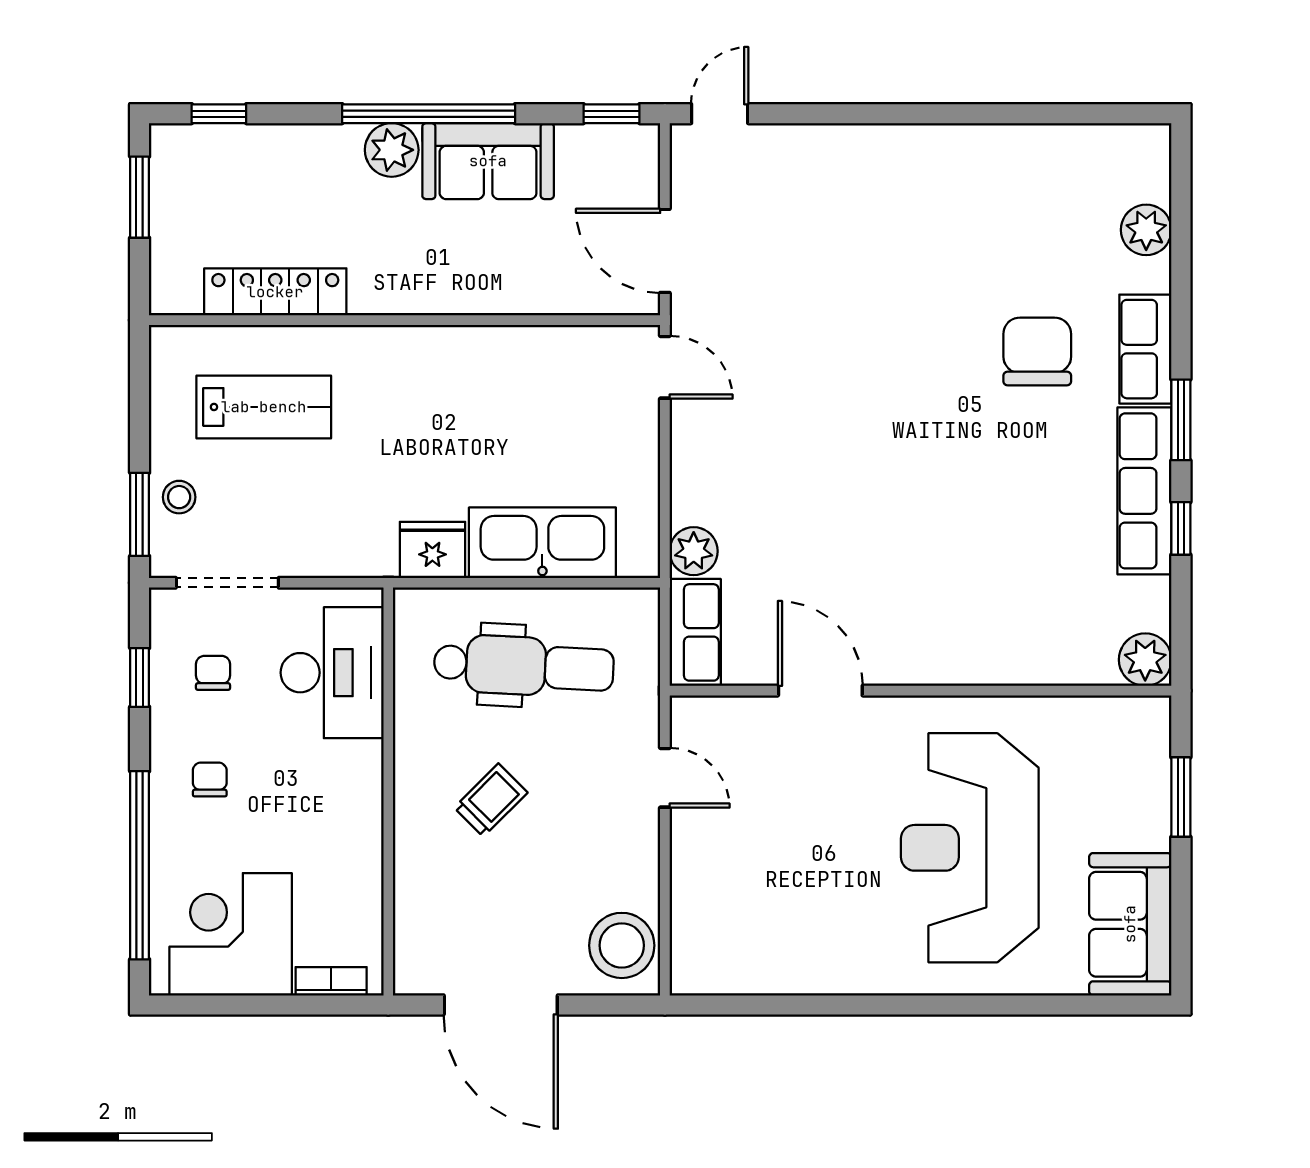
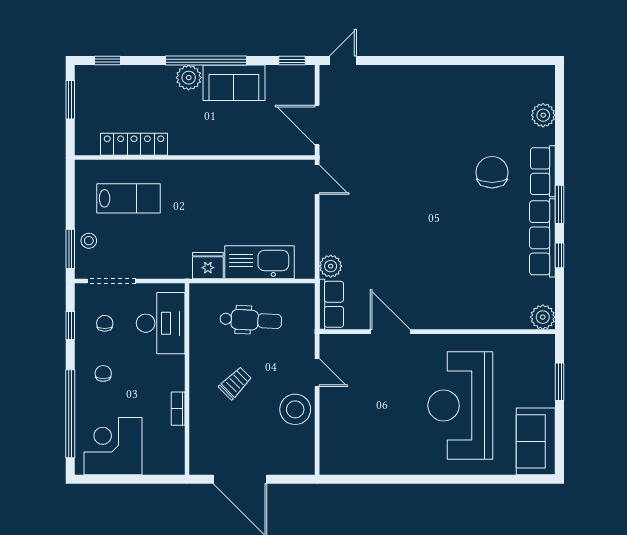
dental chair: (524, 666) -> (251, 320), width x0.73, depth x0.72
stool: (622, 945) -> (295, 409), moved
bookcase: (331, 981) -> (178, 409), moved, turned -90

